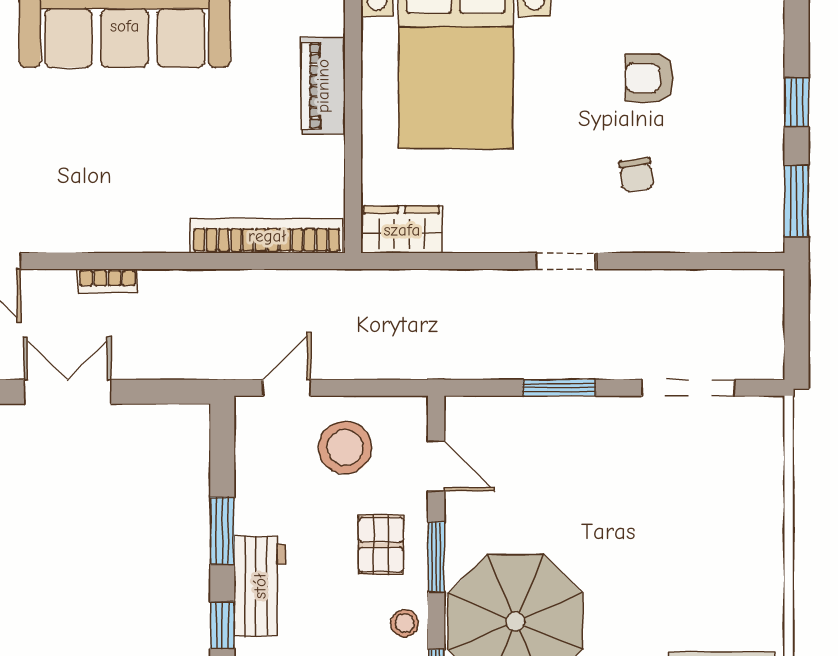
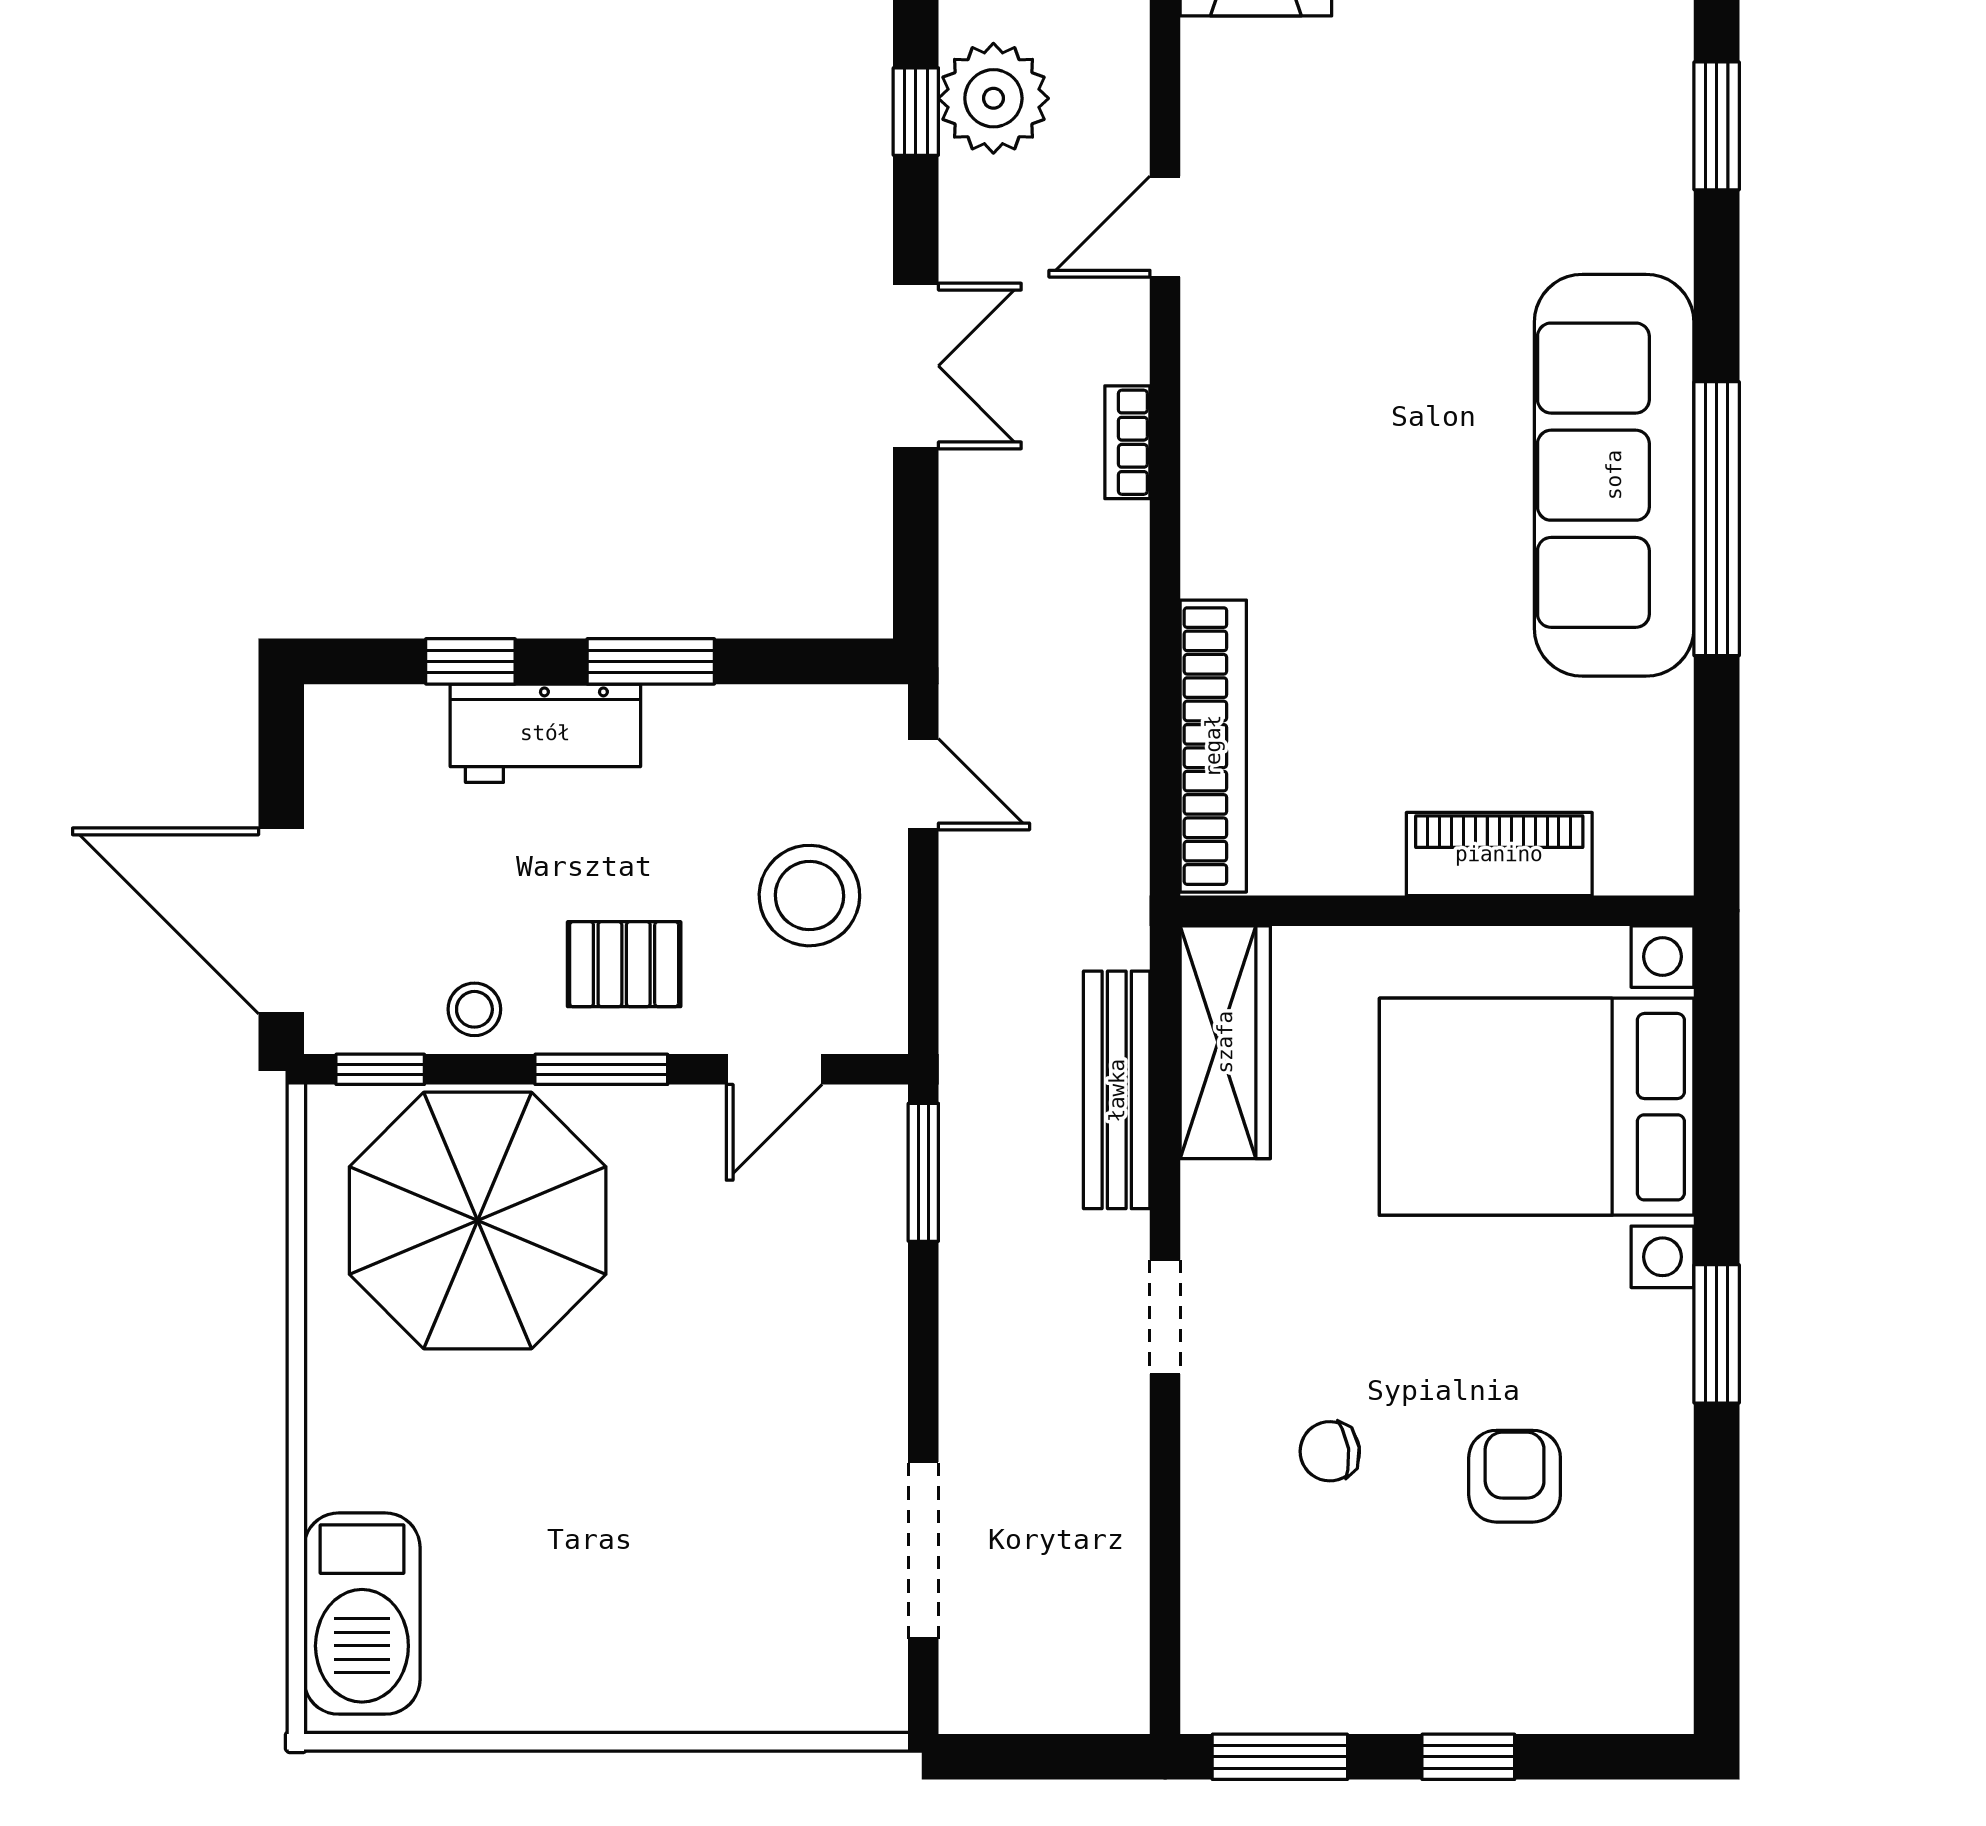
wardrobe: (402, 230) -> (1225, 1042), width x1.50
bench: (447, 286) -> (1117, 1090), added
window: (559, 388) -> (923, 1172), moved

